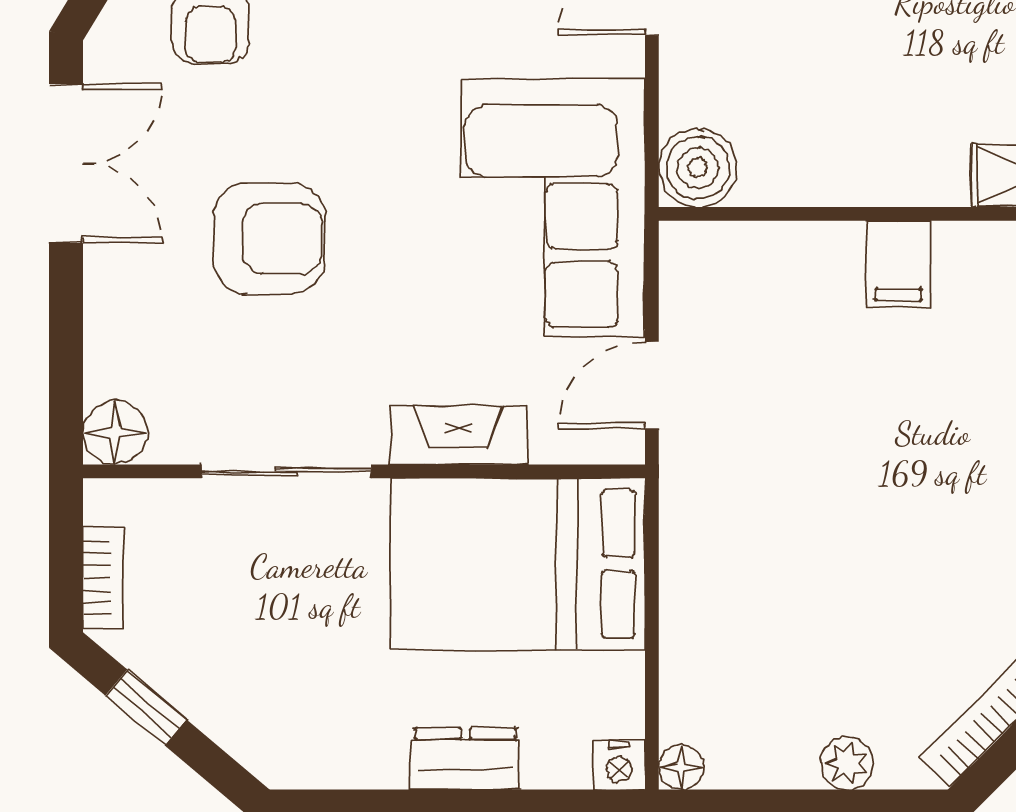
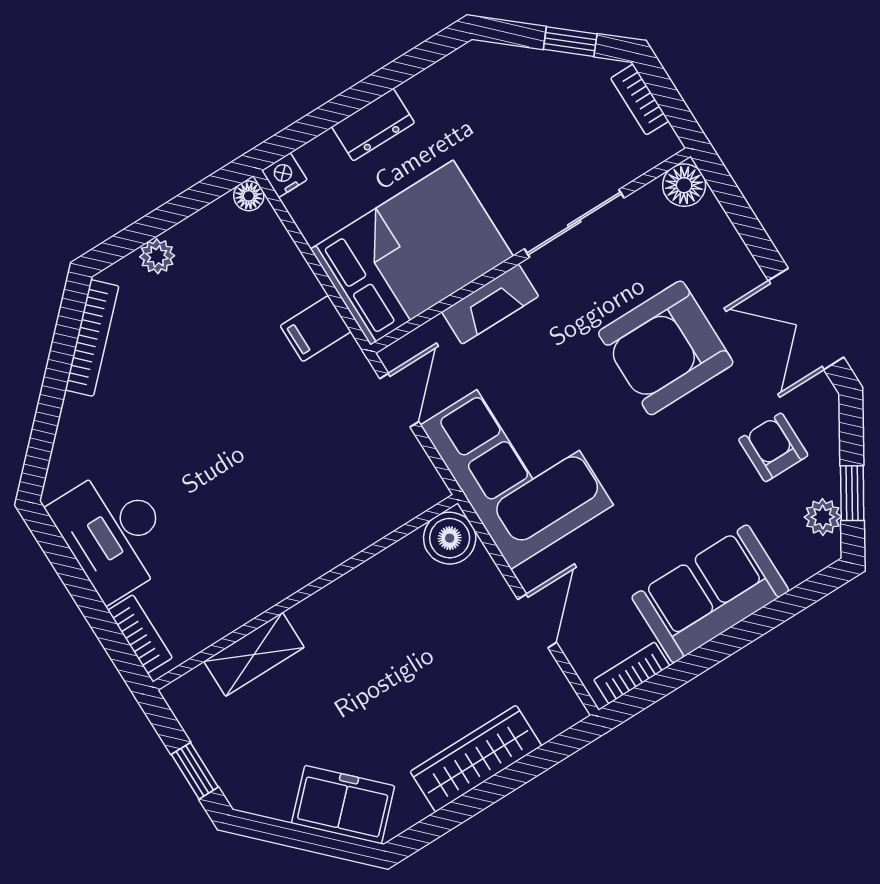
armchair: (269, 239) -> (666, 348), width x1.36, depth x1.36
filing cabinet: (899, 264) -> (316, 329), moved, turned -90

